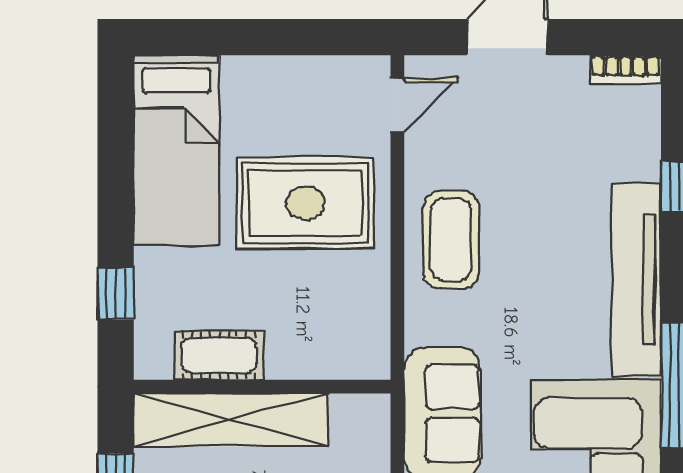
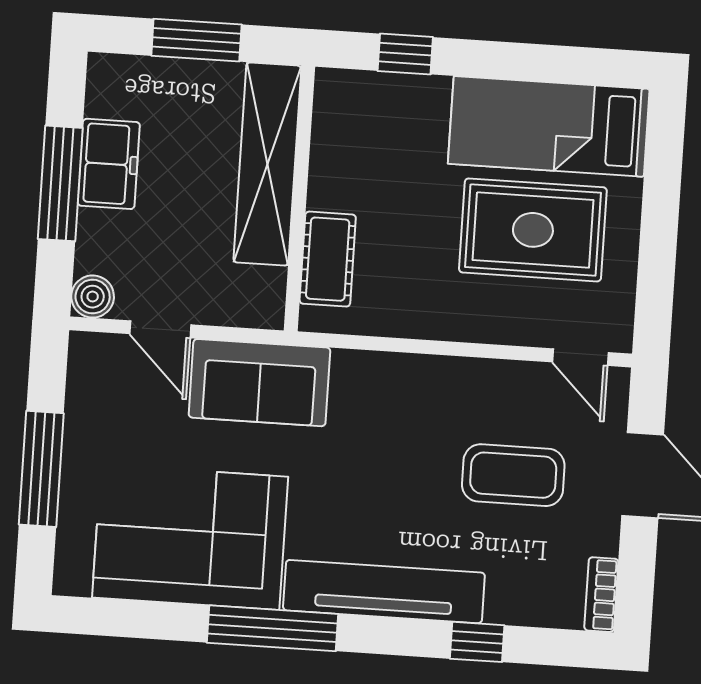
rug: (305, 203) -> (533, 230), moved, turned 90
coffee table: (451, 239) -> (513, 475), moved
cot: (219, 355) -> (328, 259), moved

